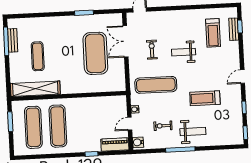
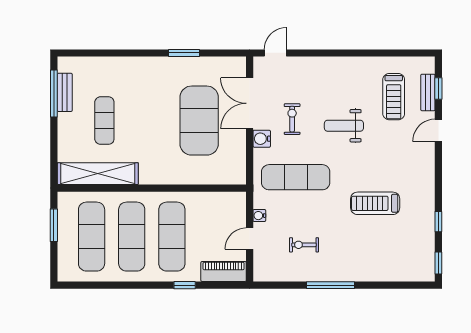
door: (242, 76) -> (438, 130), moved
exercise mat: (82, 125) -> (172, 237), added
weight bench: (193, 132) -> (352, 257), removed
water cooler: (138, 142) -> (262, 139), moved

